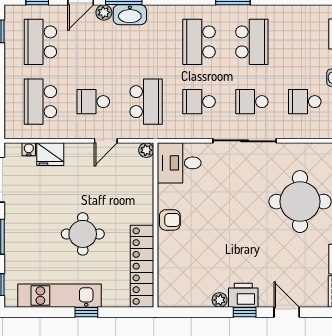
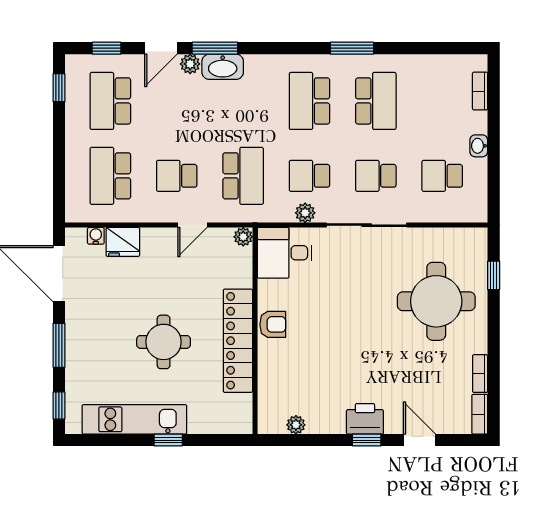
plant: (196, 131) -> (305, 213), added
locker: (142, 266) -> (238, 341), moved
plant: (220, 300) -> (296, 425), moved

